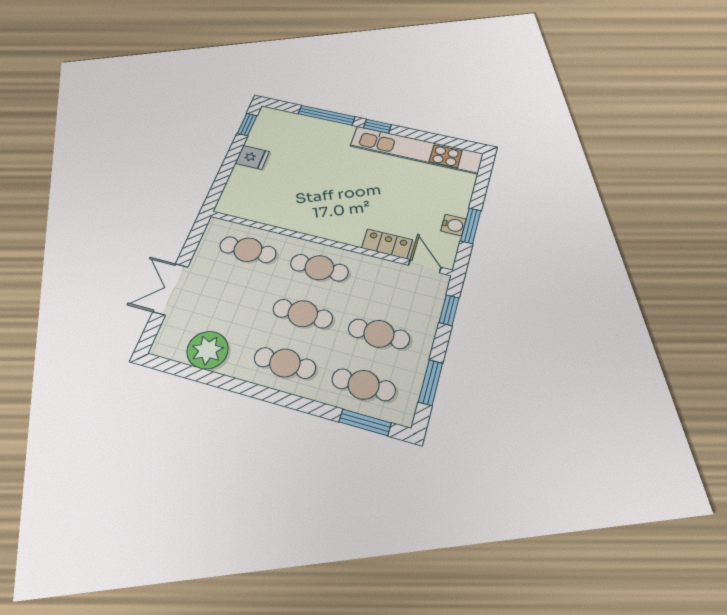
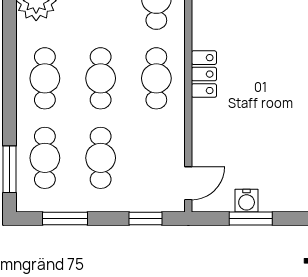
locker: (387, 244) -> (204, 74), moved

